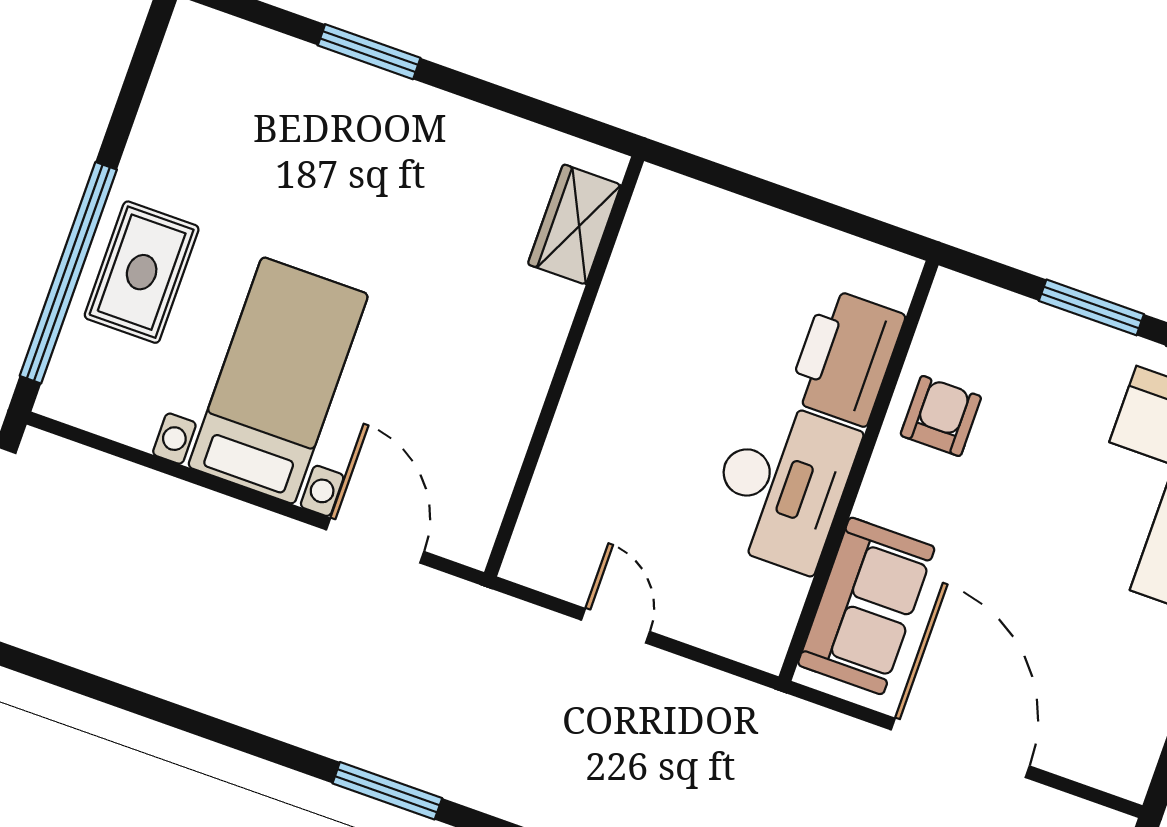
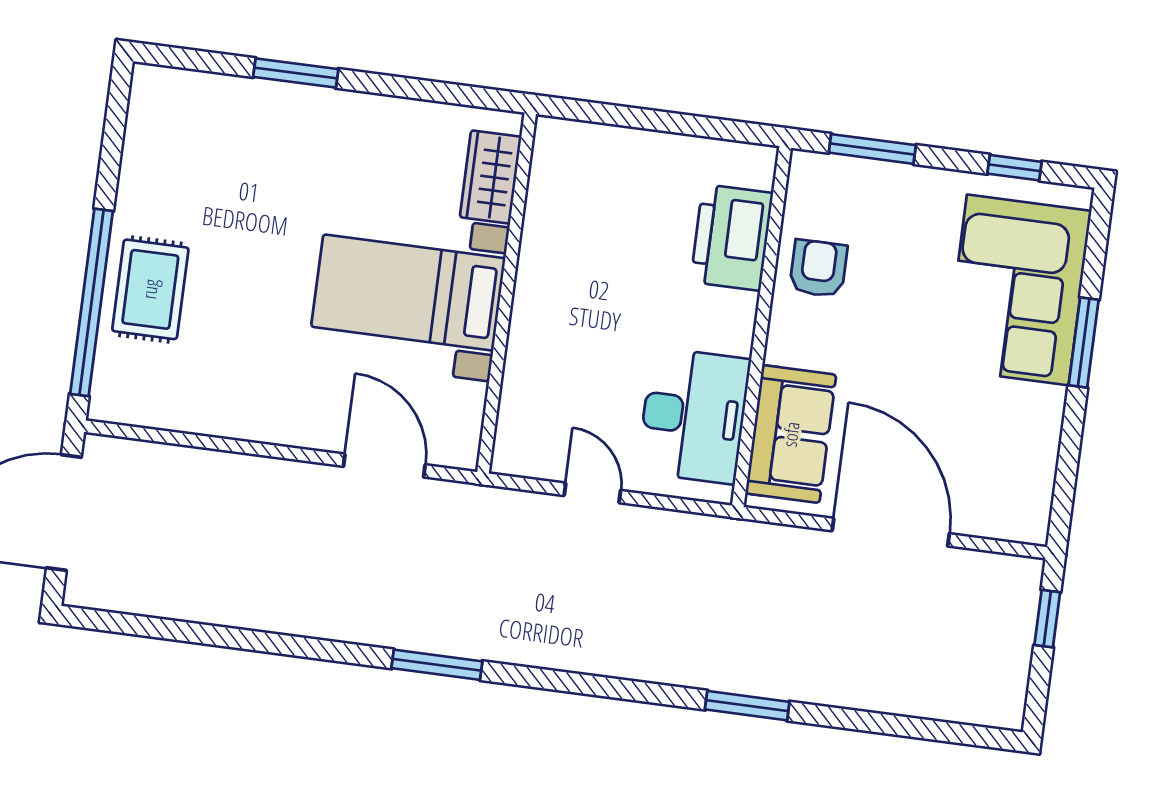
window: (1091, 307) -> (872, 149), moved
bed with nightstands: (278, 381) -> (408, 292), moved, turned -90
desk: (782, 485) -> (694, 416), moved

